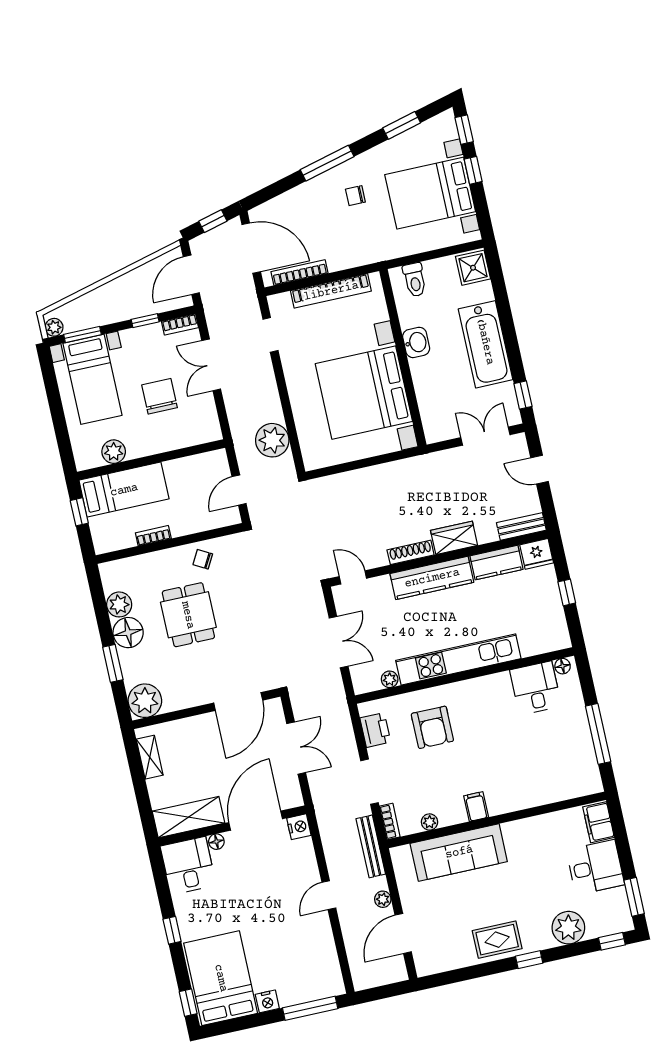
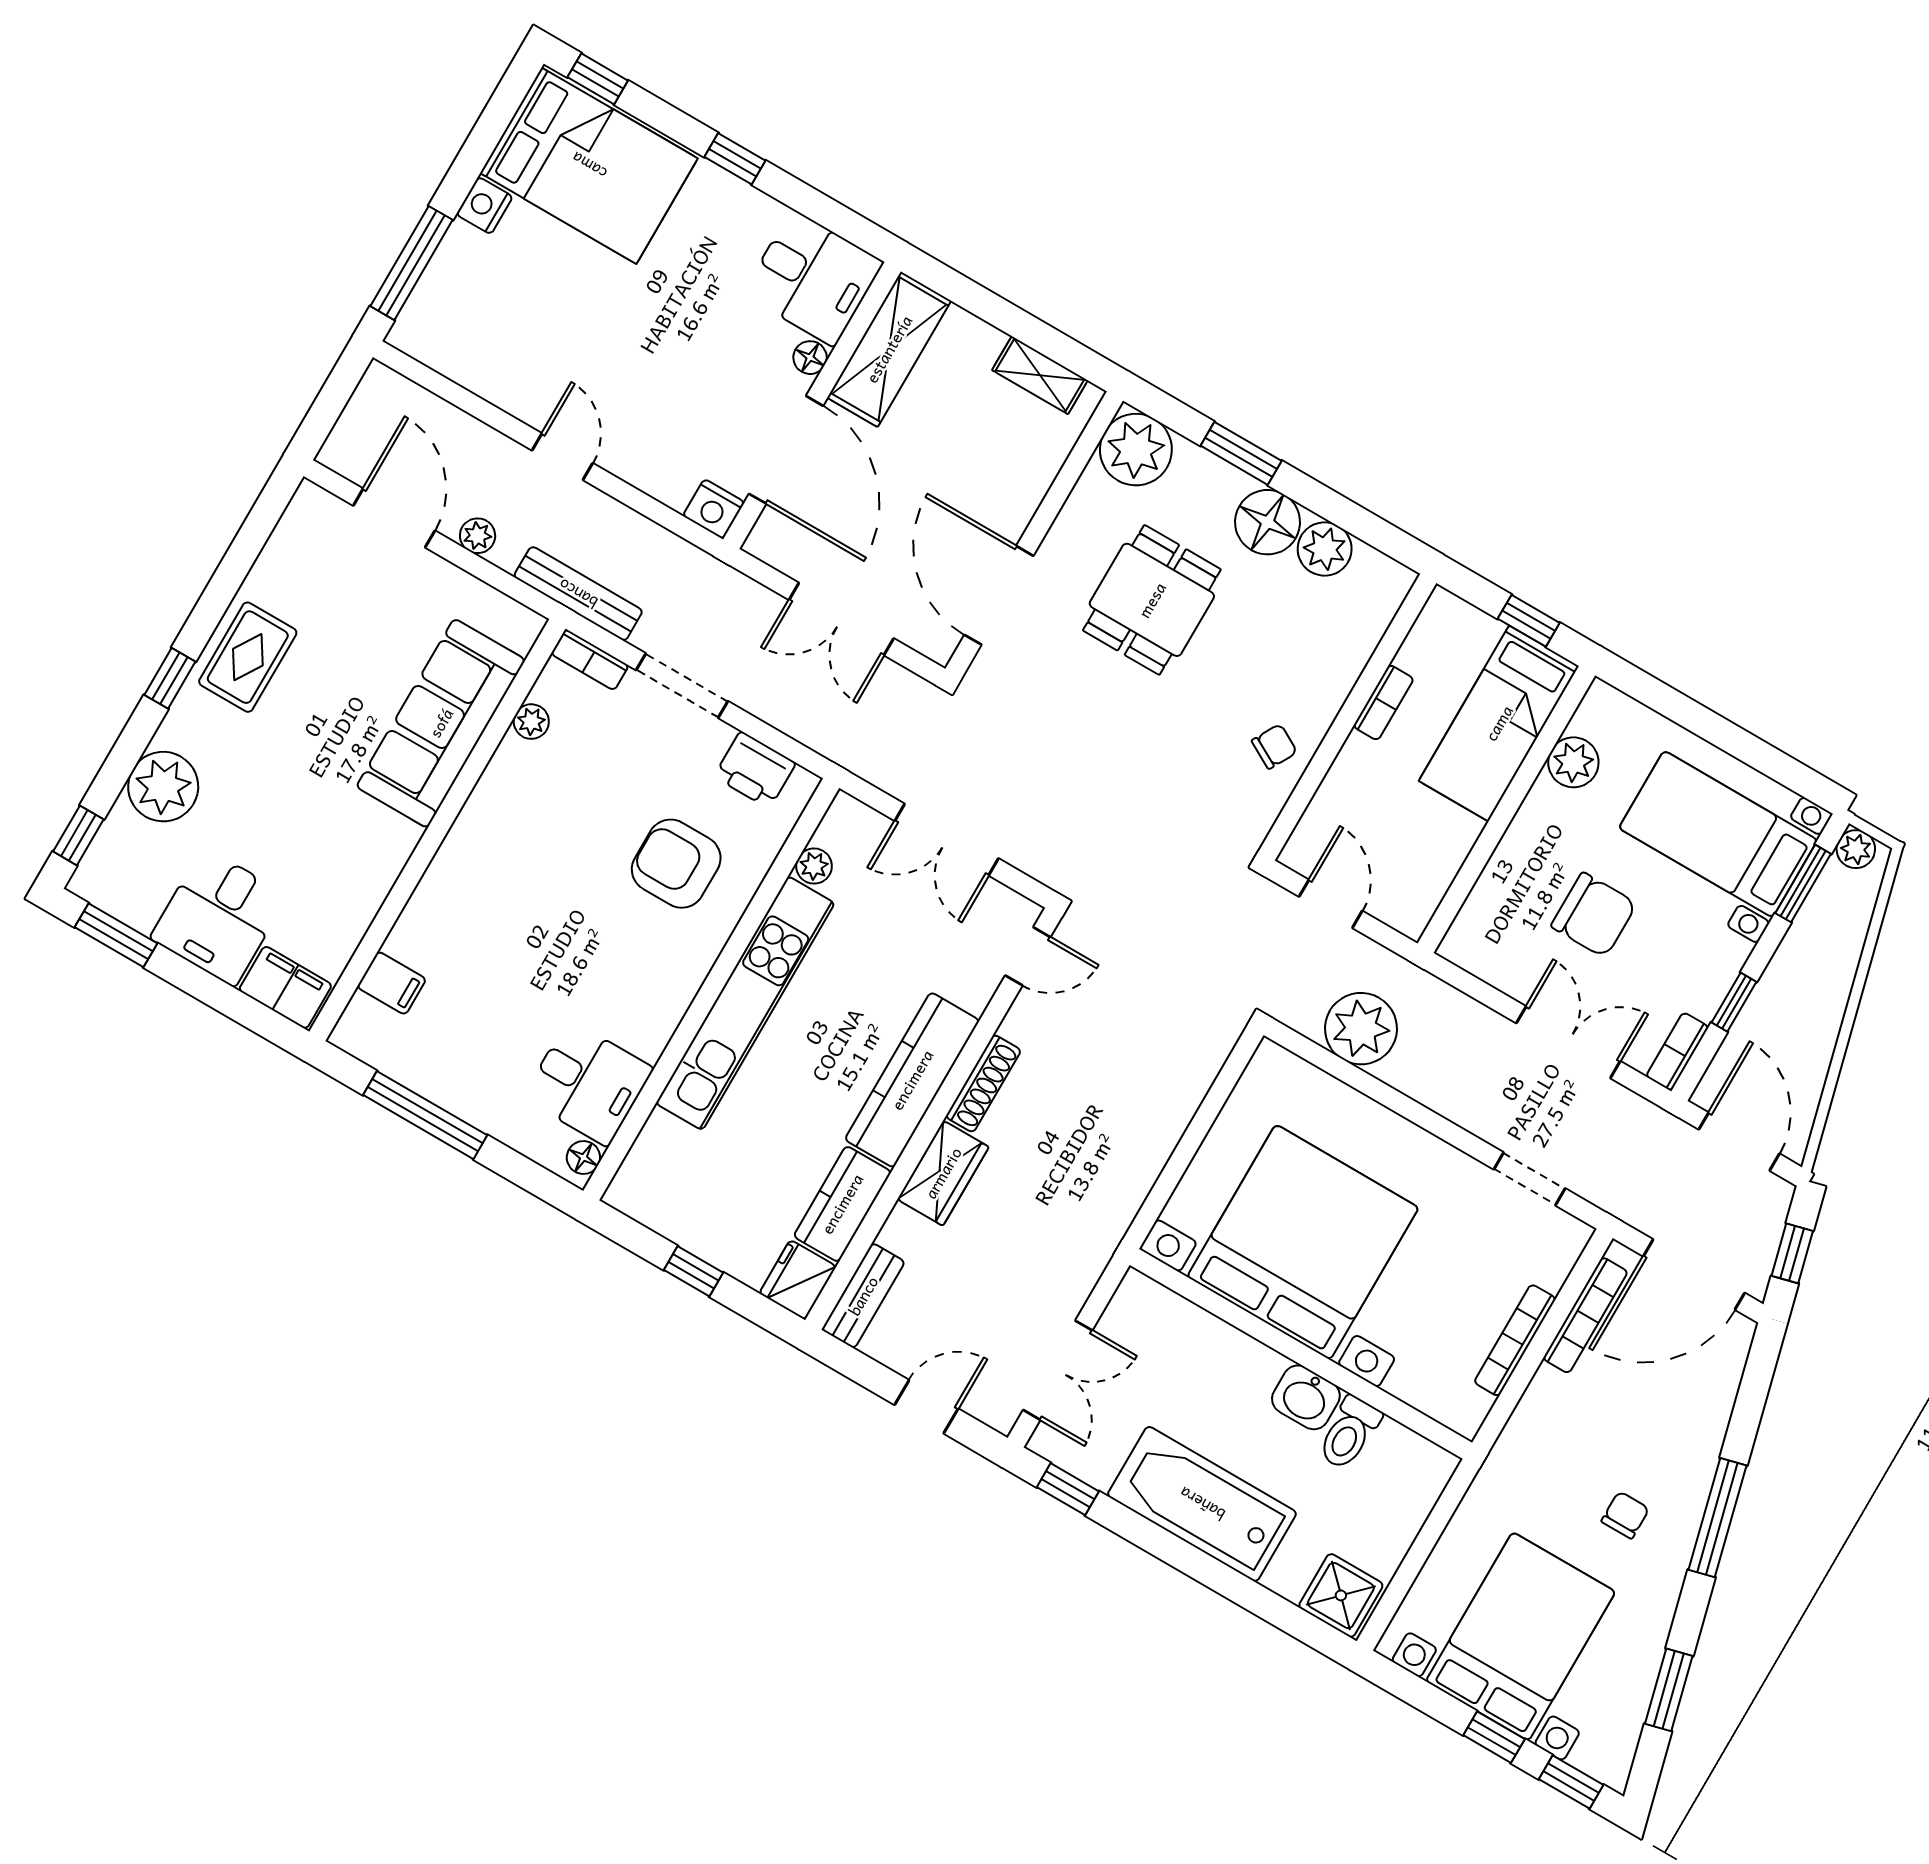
toilet: (415, 280) -> (1349, 1433), moved, turned -90
bookcase: (331, 291) -> (1515, 1340), width x0.68, depth x0.76
dining table: (188, 615) -> (1152, 600), moved, turned 90
filing cabinet: (476, 807) -> (392, 983), moved

